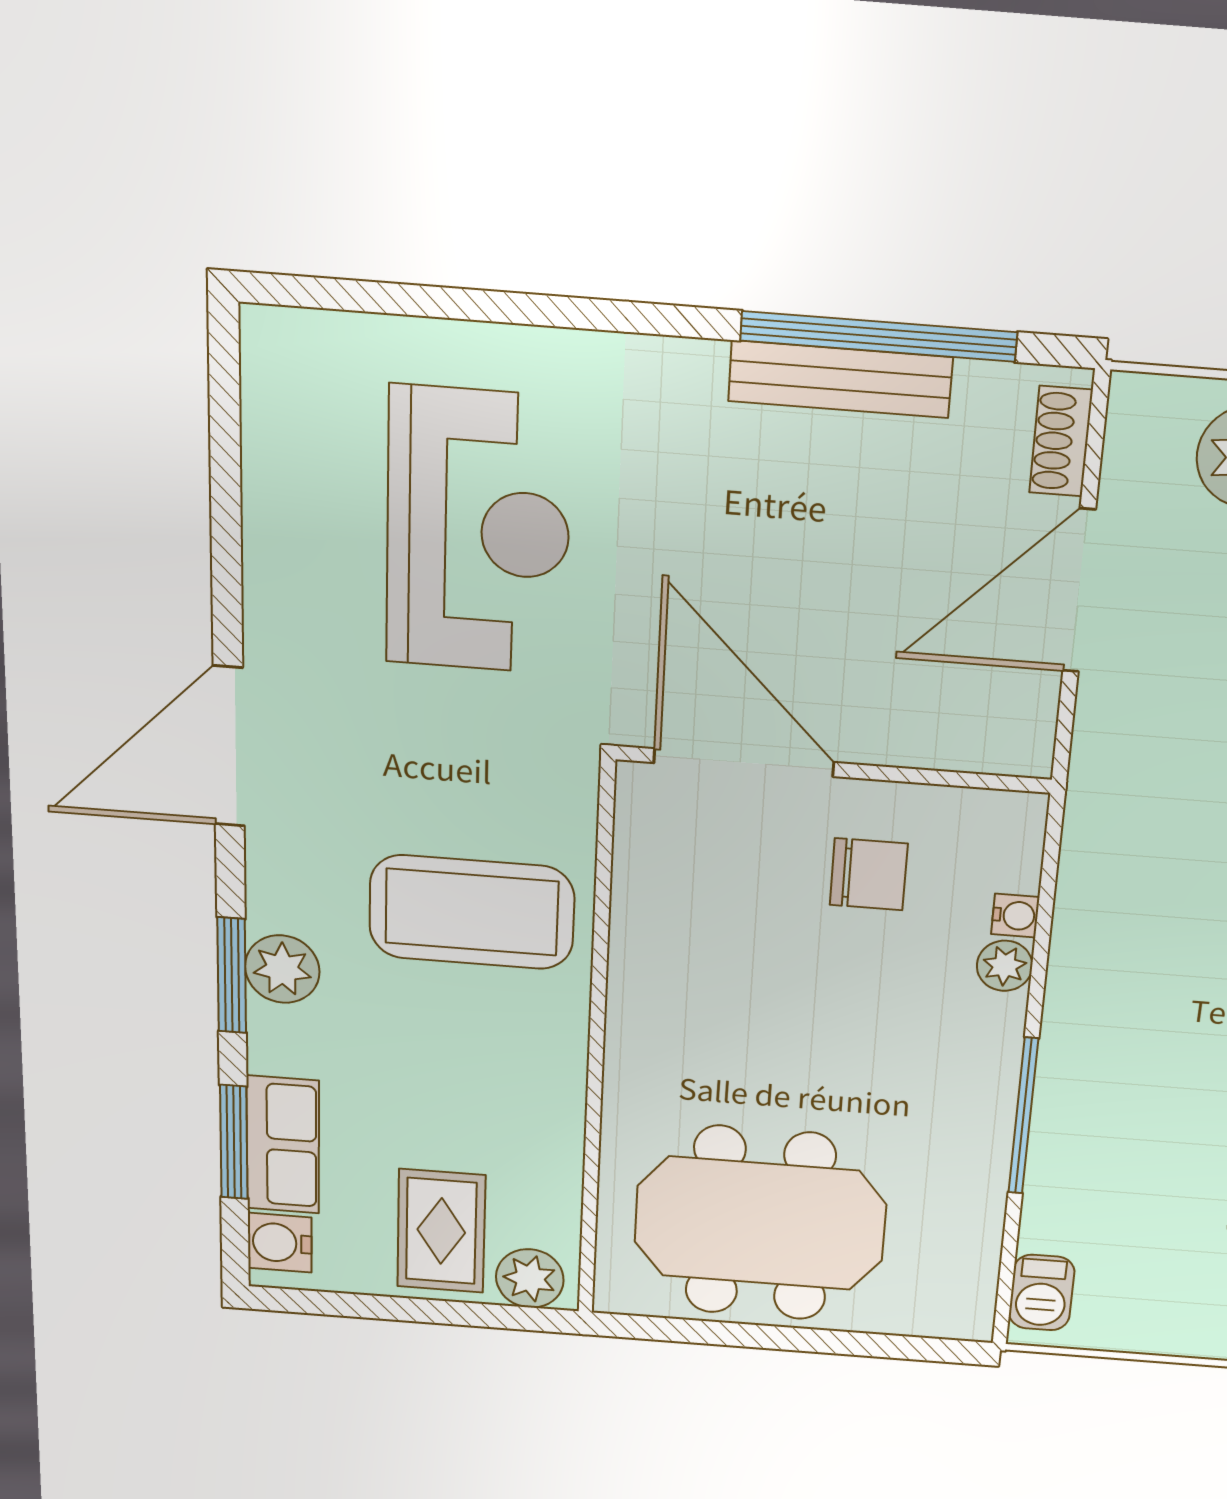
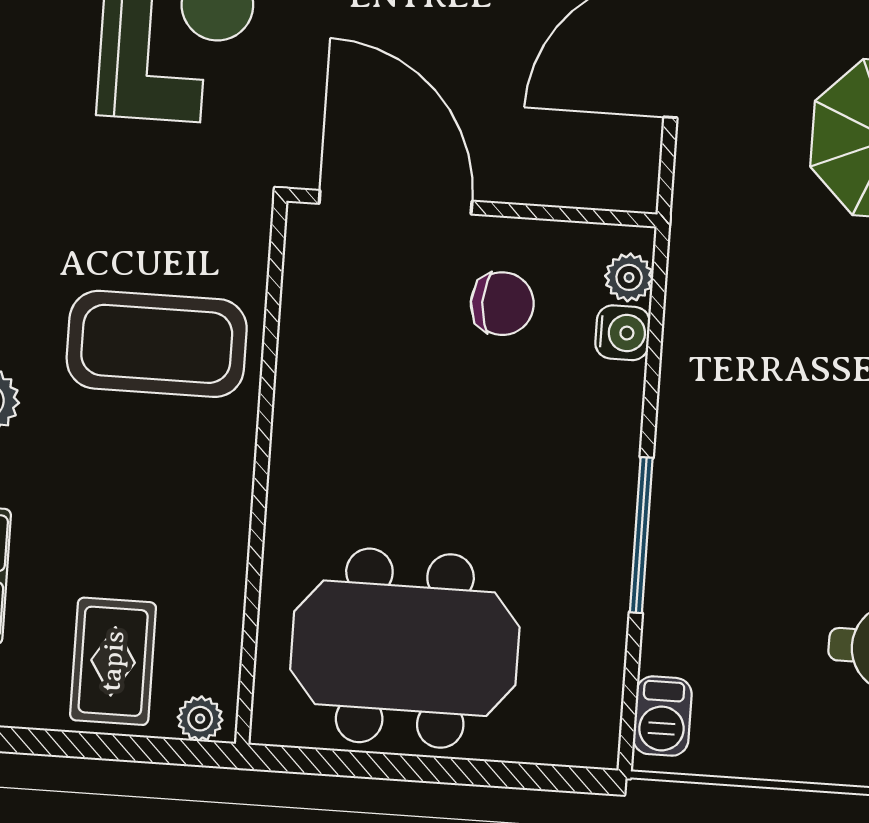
water cooler: (1015, 916) -> (623, 333), width x1.38, depth x1.38
plant: (1005, 966) -> (629, 277), moved
plant: (530, 1278) -> (200, 719), width x0.73, depth x0.73

